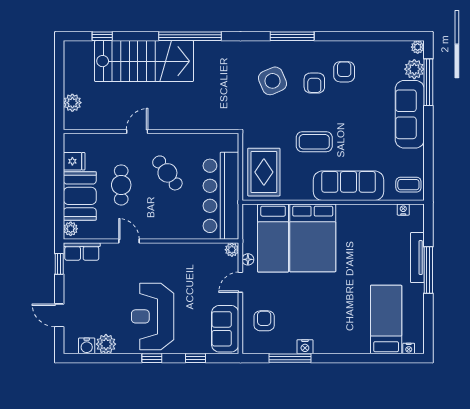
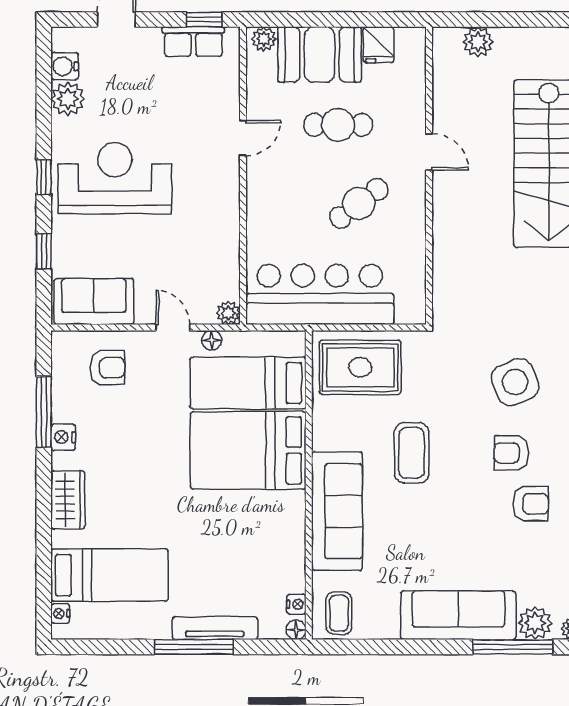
floor lamp: (418, 210) -> (296, 630), added
row of seats: (82, 252) -> (193, 42), moved, turned -90
wardrobe: (342, 344) -> (68, 500), added

